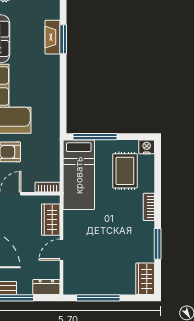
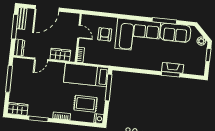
door: (61, 250) -> (41, 59), swing flipped

